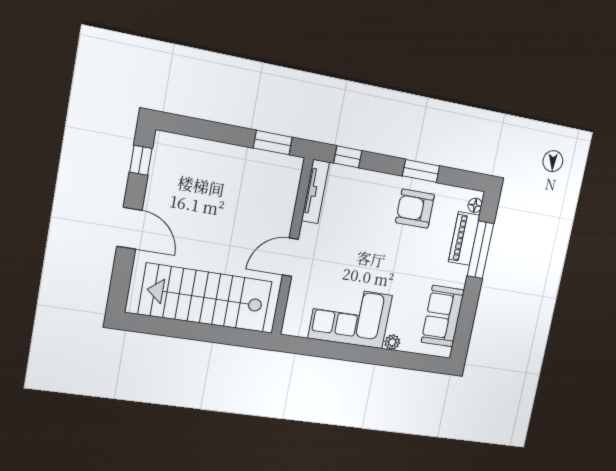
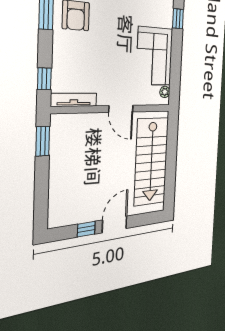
window: (141, 160) -> (86, 229), moved
plant: (392, 342) -> (165, 92), moved
window: (394, 359) -> (178, 19), added

